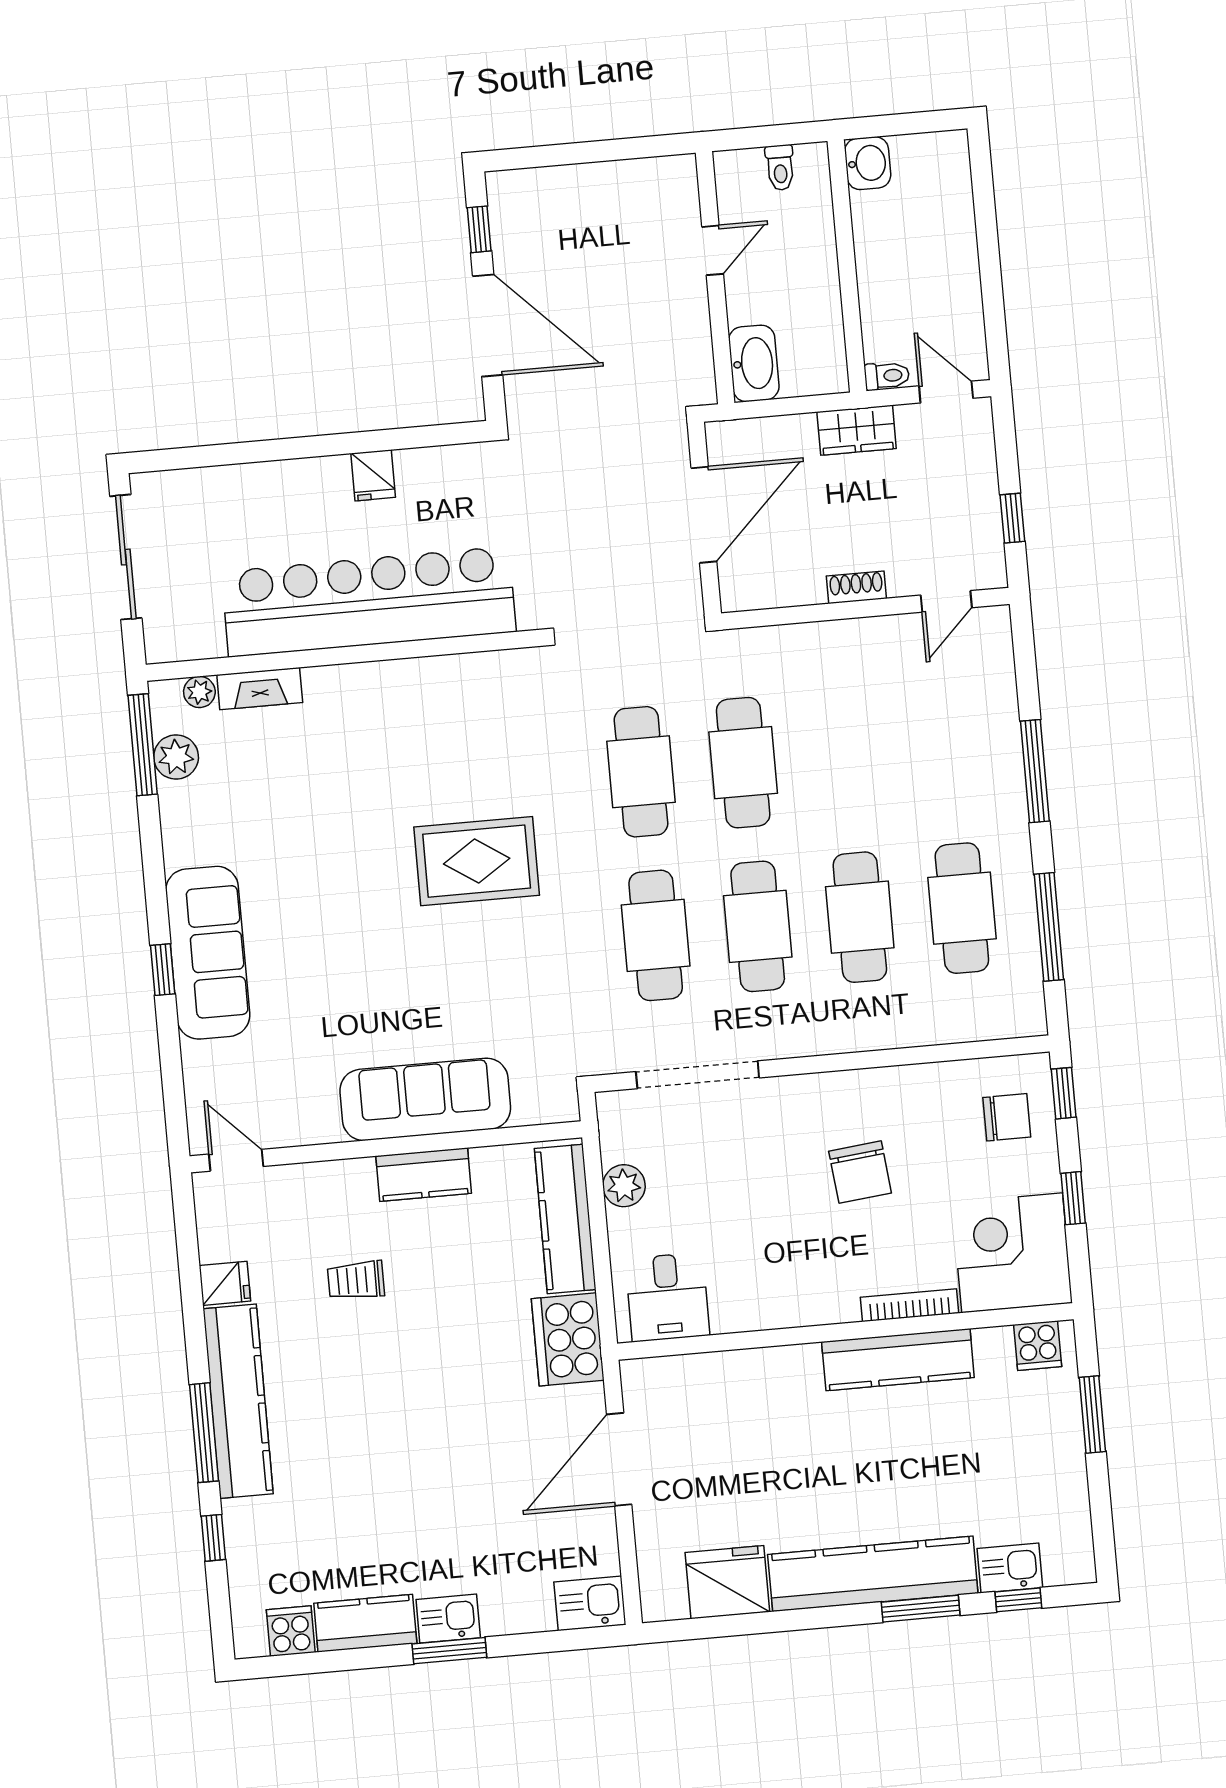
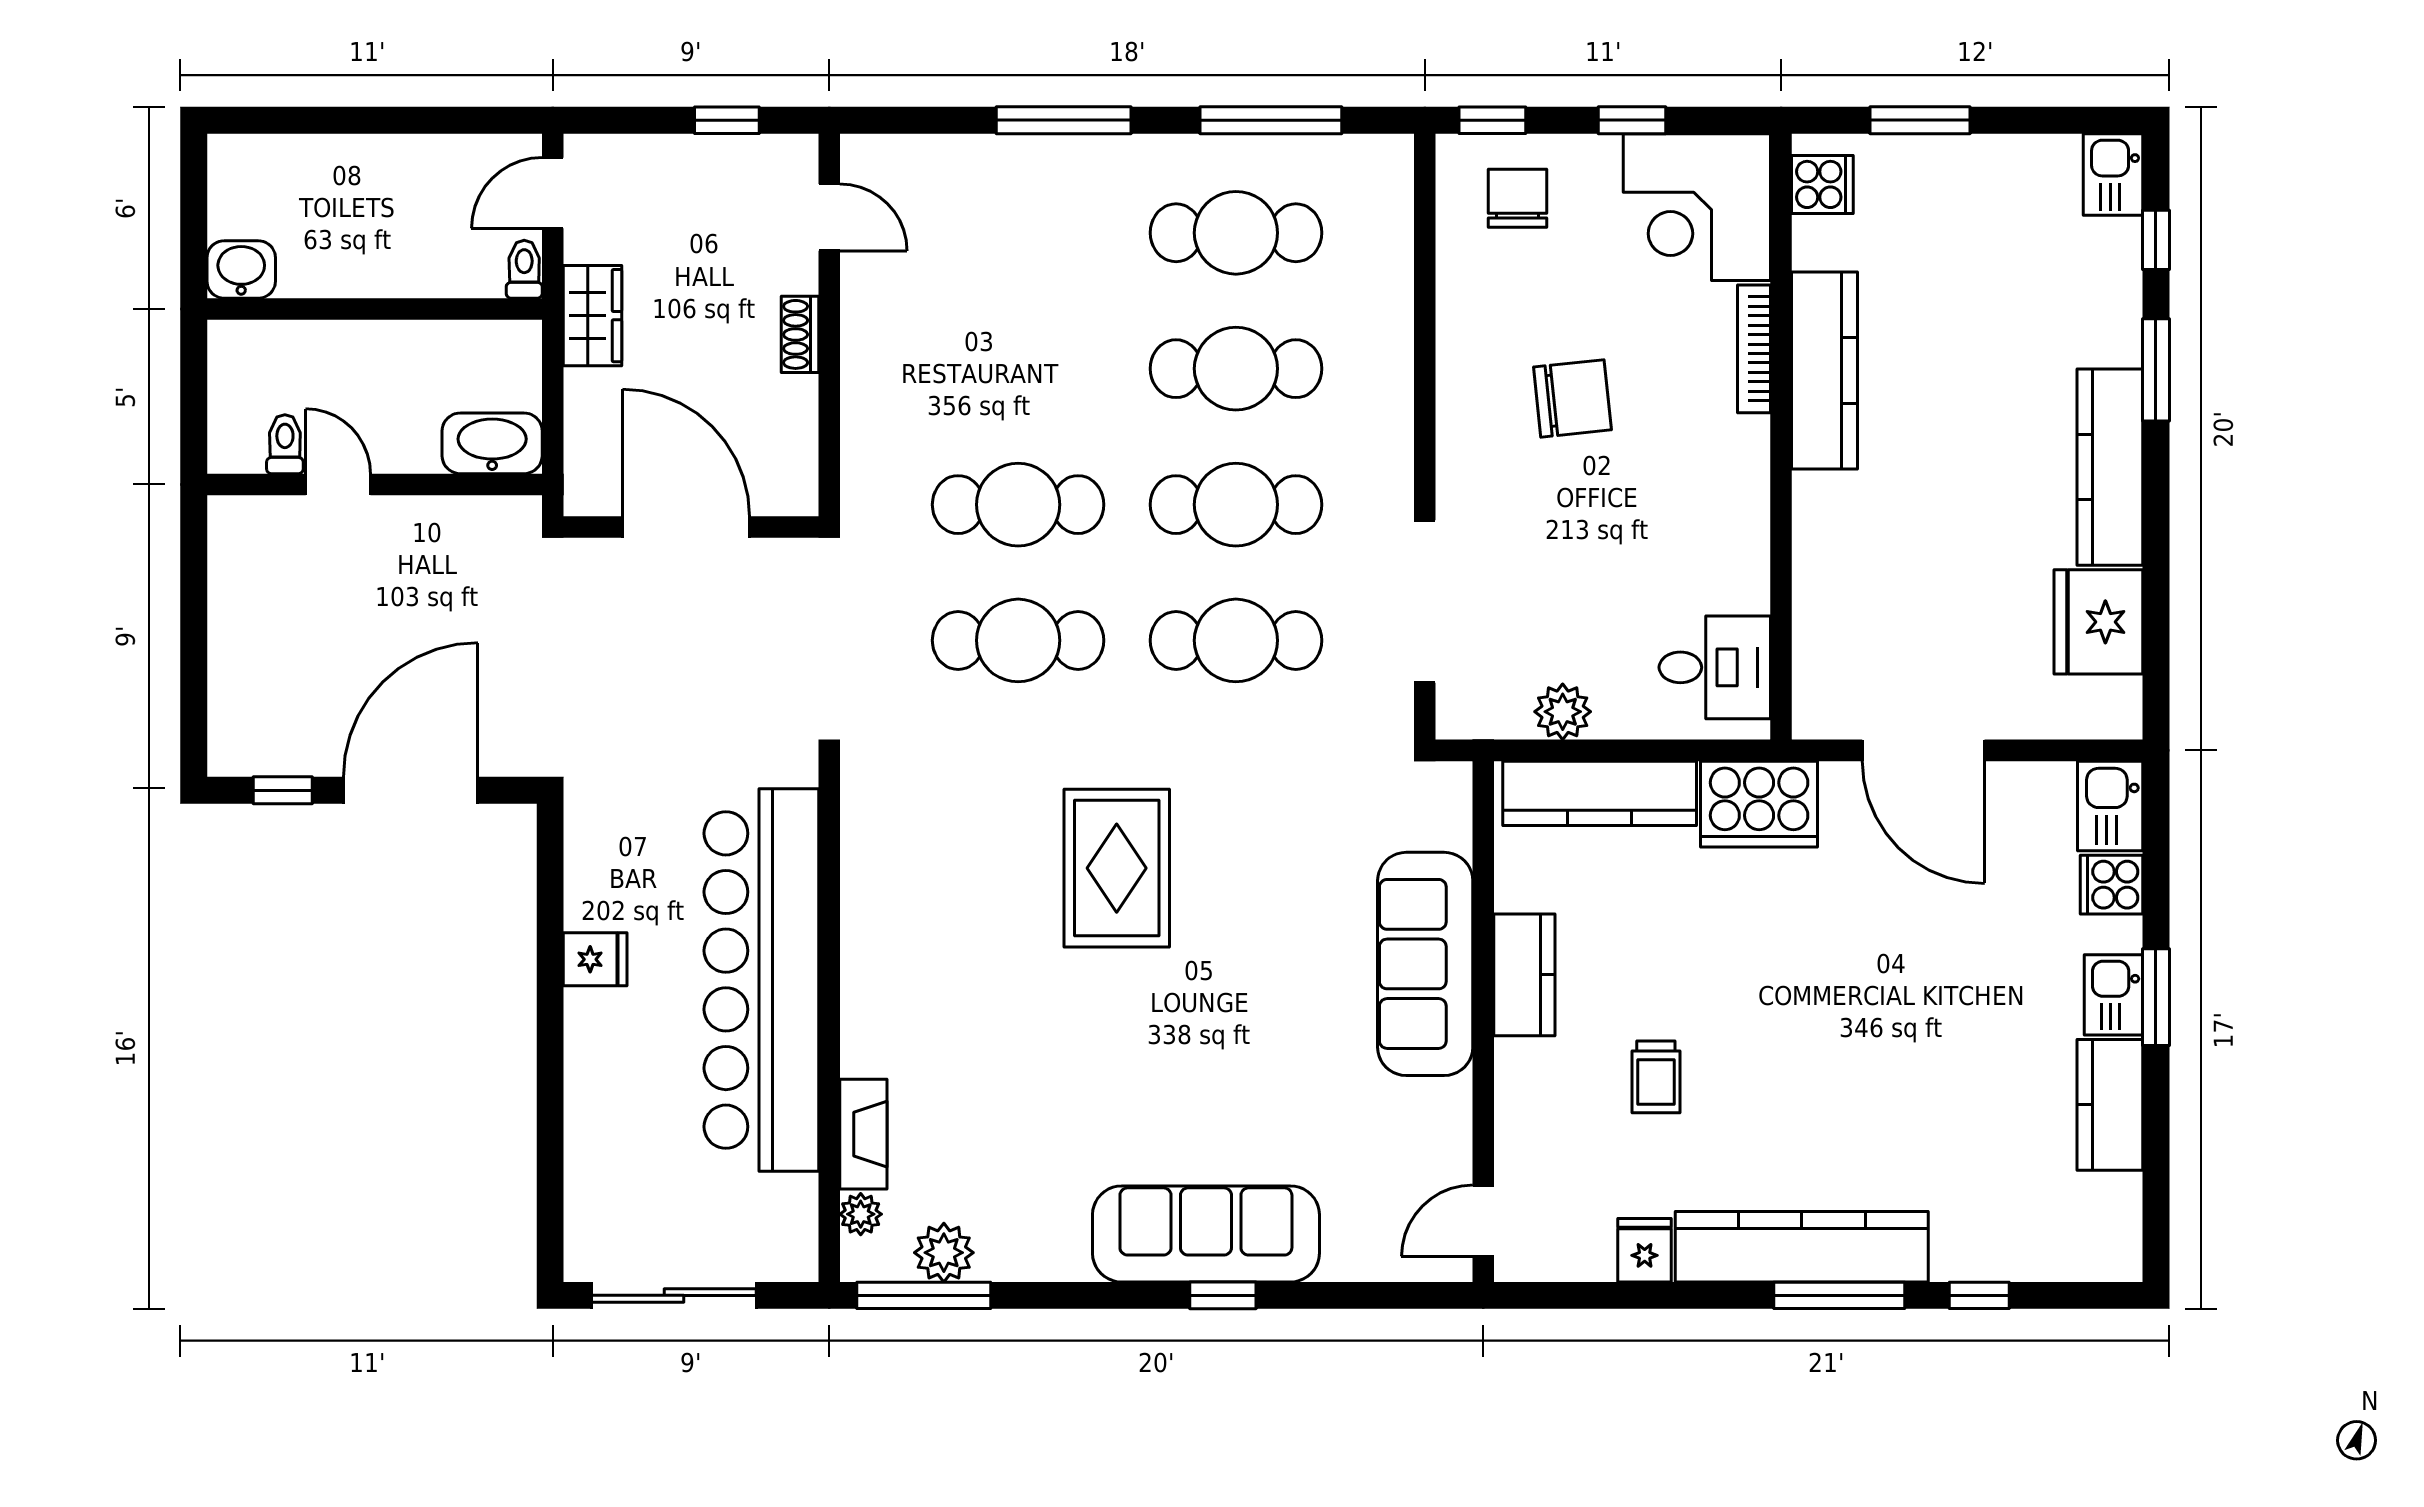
toilet: (780, 168) -> (285, 444), moved, turned -90
kitchen sink: (1010, 1568) -> (2113, 174), moved
kitchen counter: (873, 1574) -> (2110, 467), width x0.72, depth x0.86
cooker: (291, 1631) -> (2112, 885), moved

